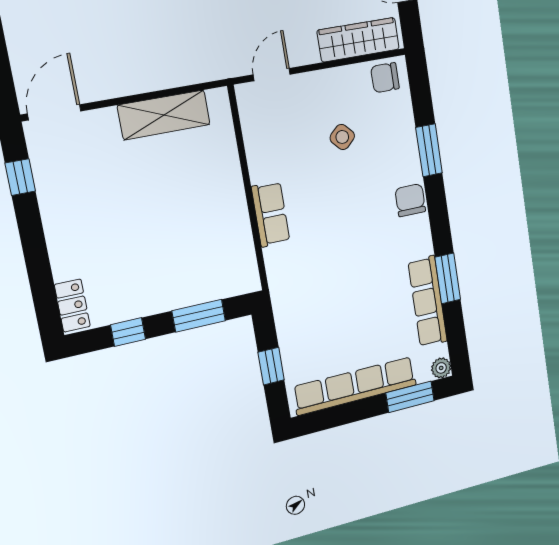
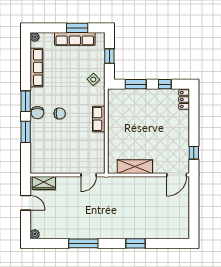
wardrobe: (358, 40) -> (44, 183), width x0.67
chair: (385, 78) -> (60, 113), moved
side table: (342, 137) -> (93, 79), moved
window: (448, 278) -> (26, 101), moved
row of seats: (355, 386) -> (75, 39), width x0.73
window: (410, 397) -> (77, 28), moved

